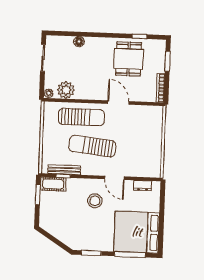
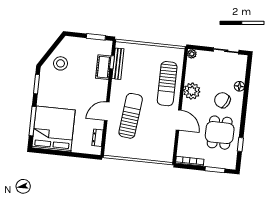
chair: (95, 58) -> (222, 100), added
dining table: (129, 59) -> (220, 133), turned 90
plant: (66, 90) -> (192, 91), moved
door: (118, 103) -> (179, 120), hinge flipped
sun lounger: (92, 146) -> (131, 116), moved
cot: (53, 184) -> (103, 67), moved
stool: (95, 201) -> (61, 63), moved

